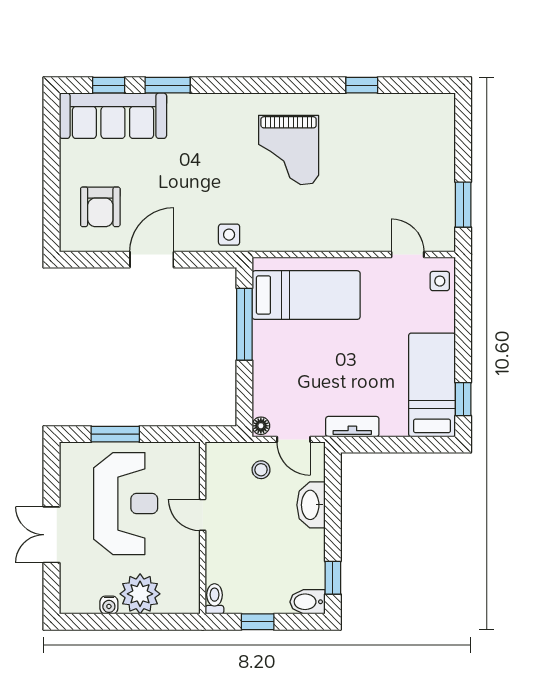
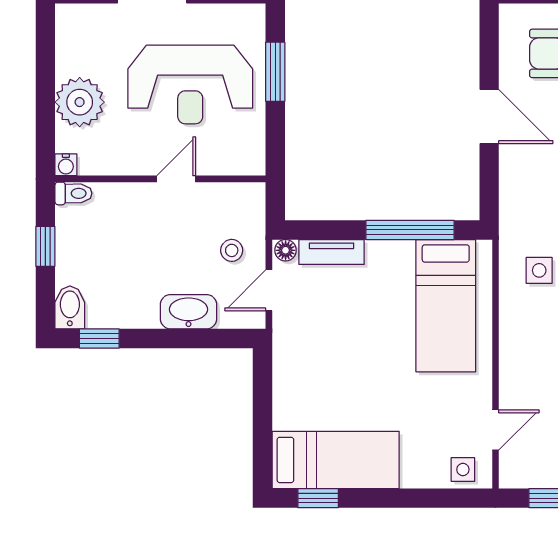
side table: (229, 235) -> (539, 270), moved
tv unit: (352, 427) -> (331, 252), moved, turned 90
water cooler: (109, 605) -> (66, 165), moved, turned -90

